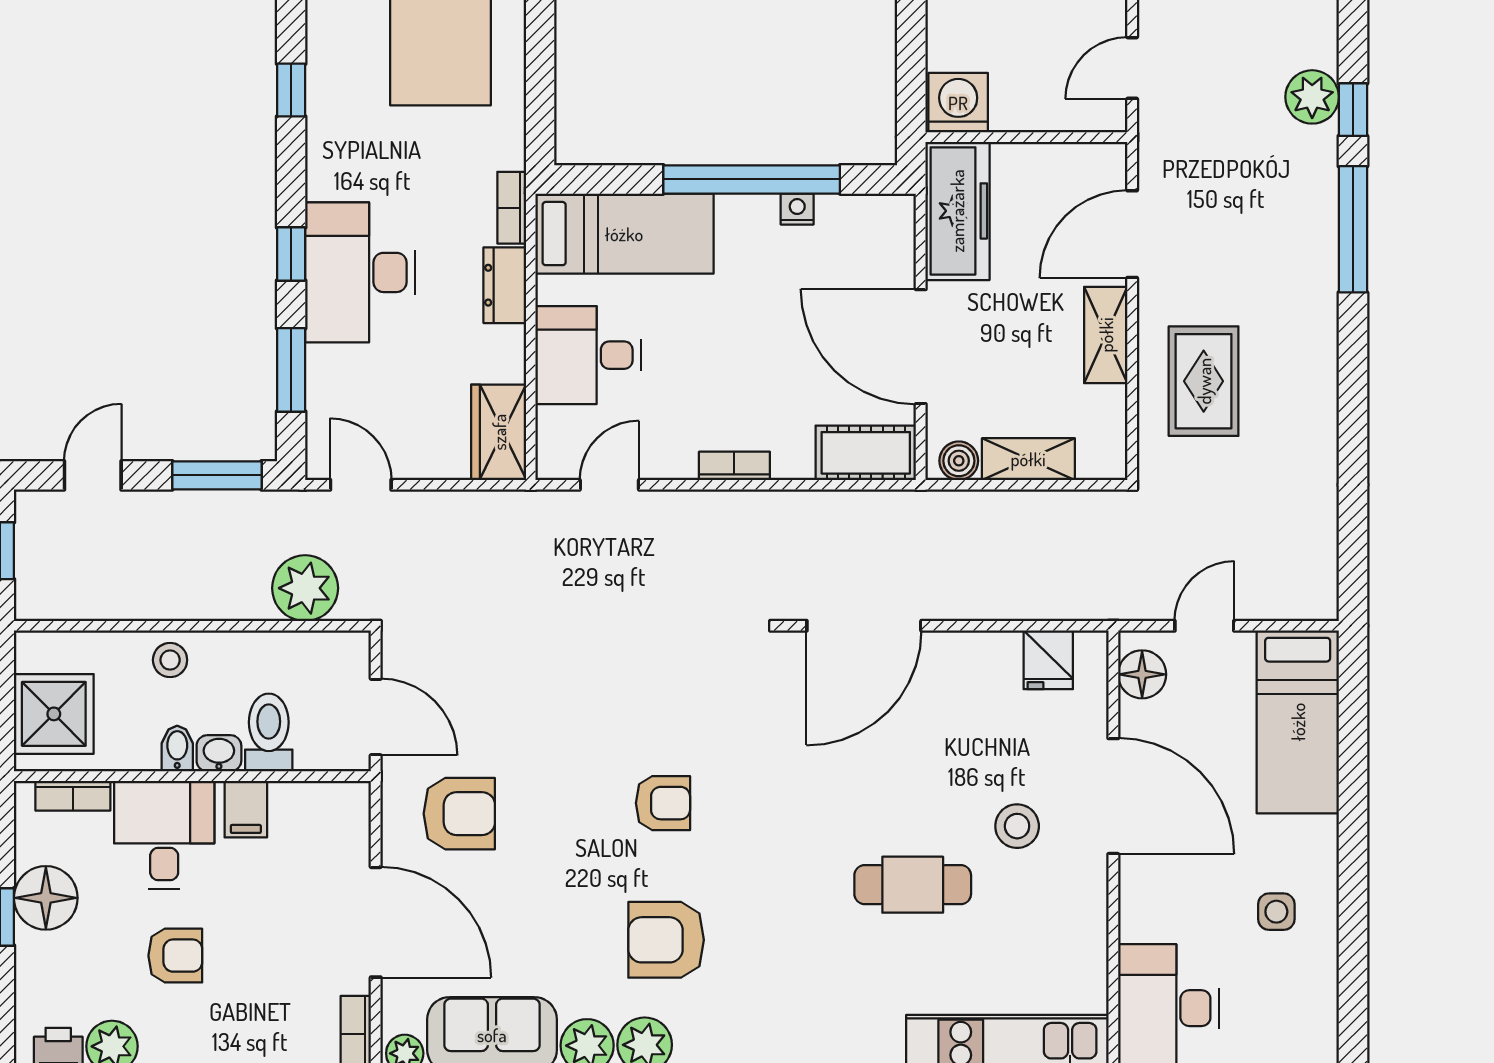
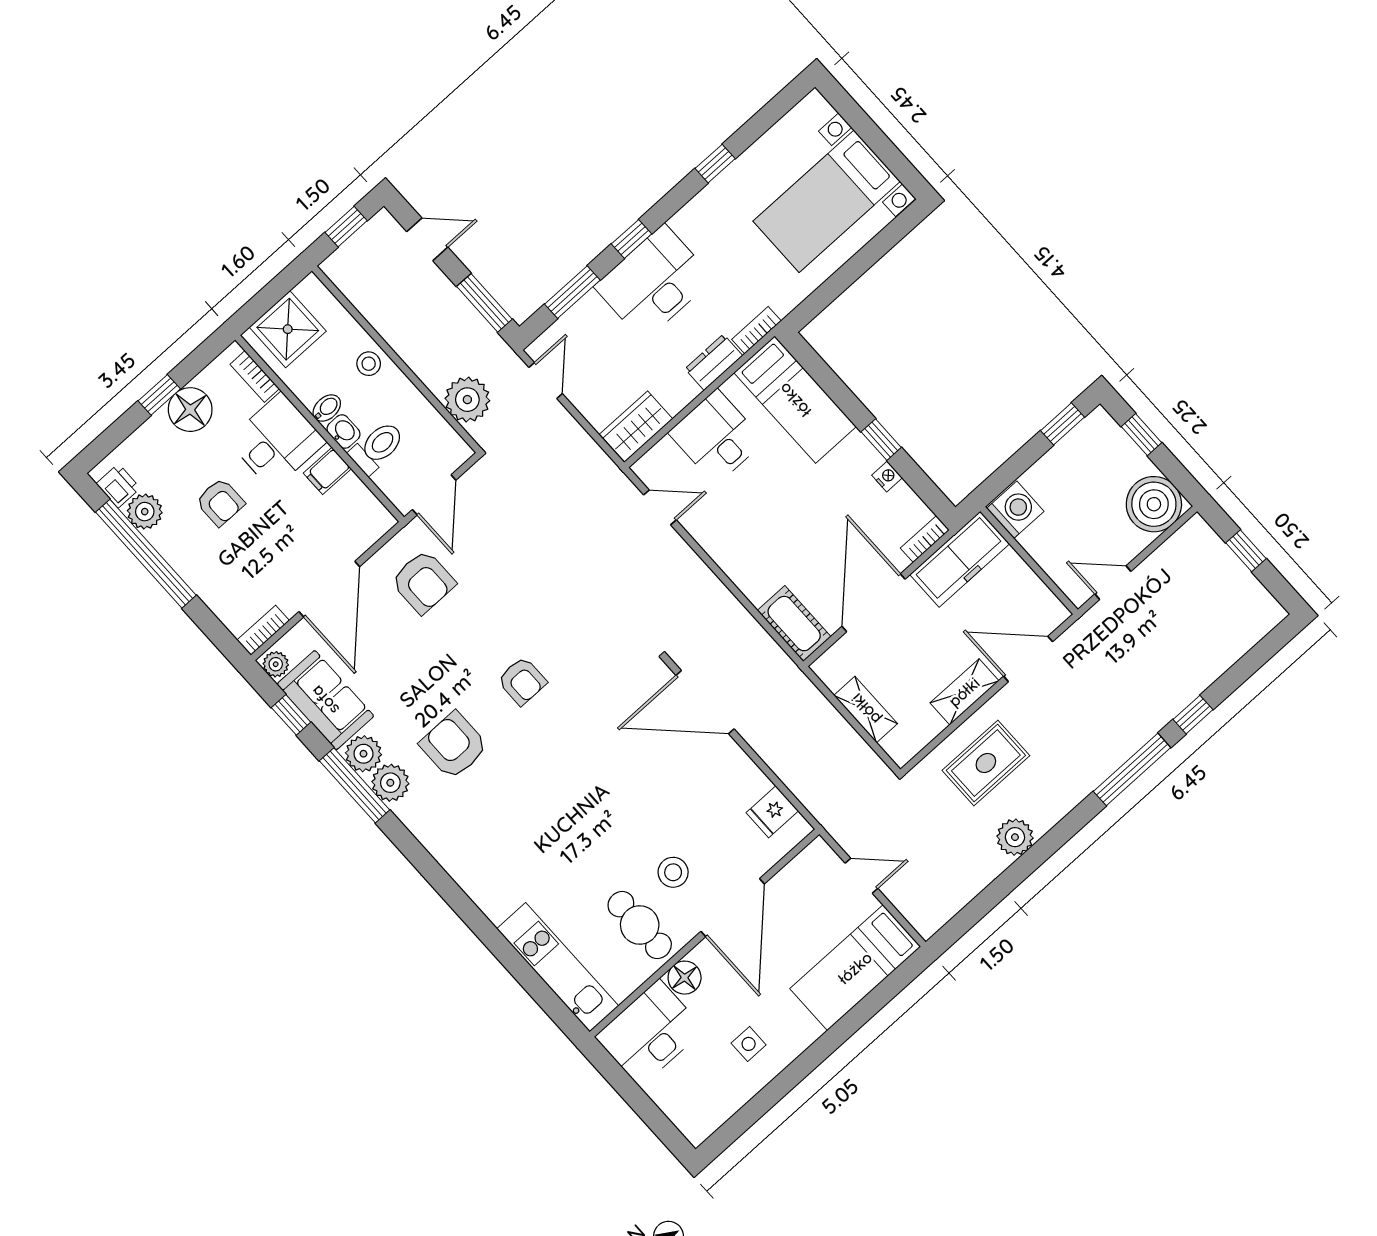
plant: (1312, 97) -> (1015, 837), moved
window: (752, 179) -> (881, 440), width x0.32
boiler: (959, 461) -> (833, 675), removed
bookcase: (734, 466) -> (925, 539), moved, turned -90
floor lamp: (1142, 674) -> (685, 978), moved
cafe table: (913, 885) -> (640, 925), moved

